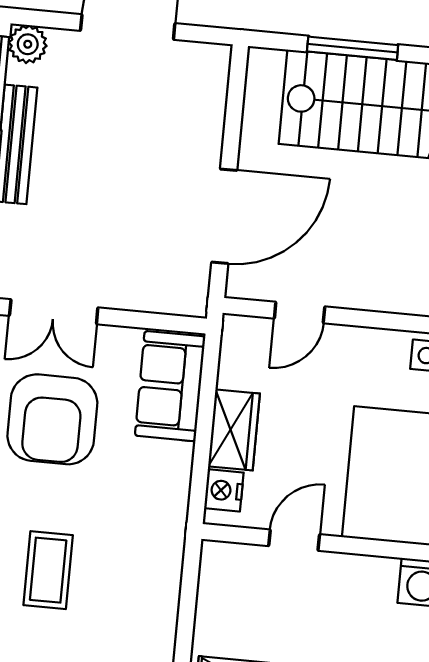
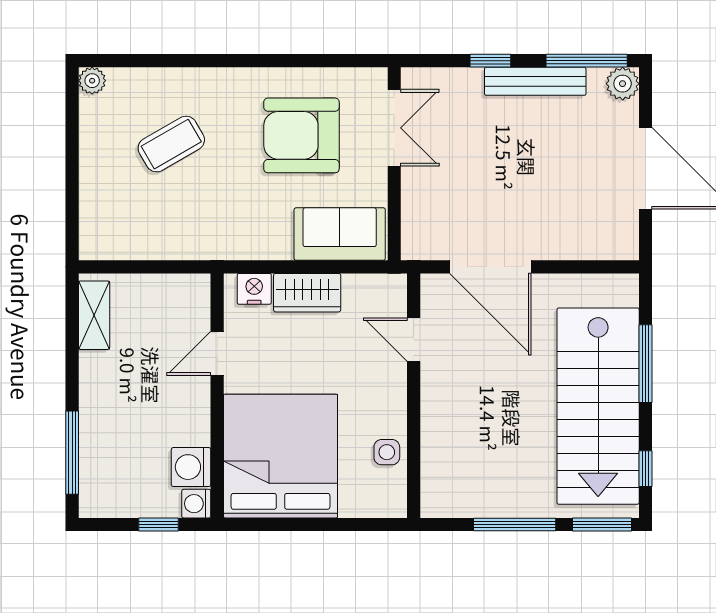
double door: (54, 312) -> (394, 128), swing flipped
door: (294, 540) -> (217, 353), swing flipped
coffee table: (48, 570) -> (171, 144), turned -30

